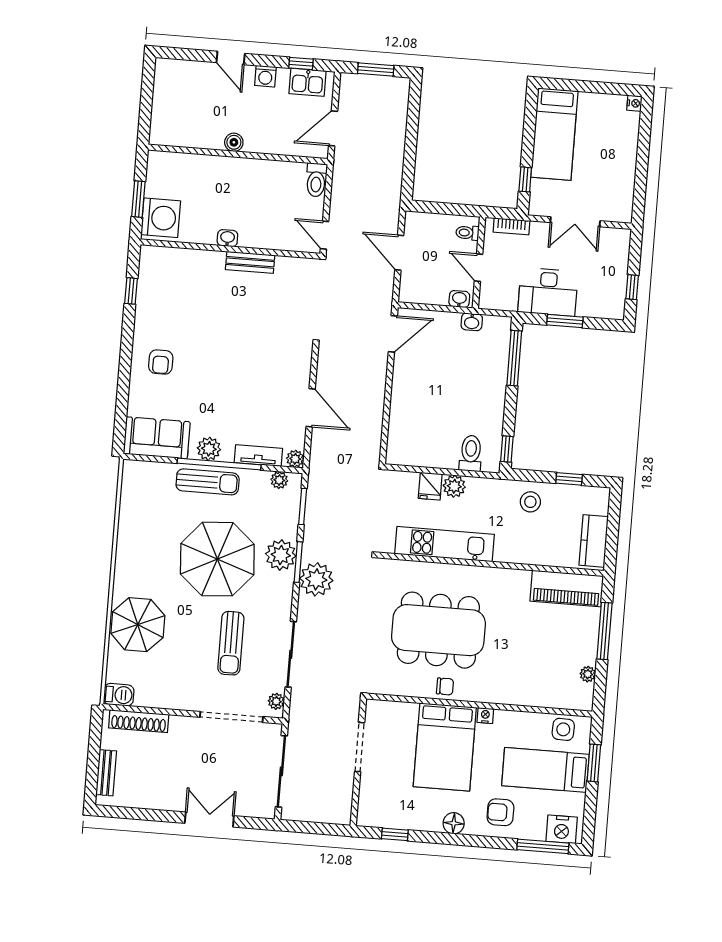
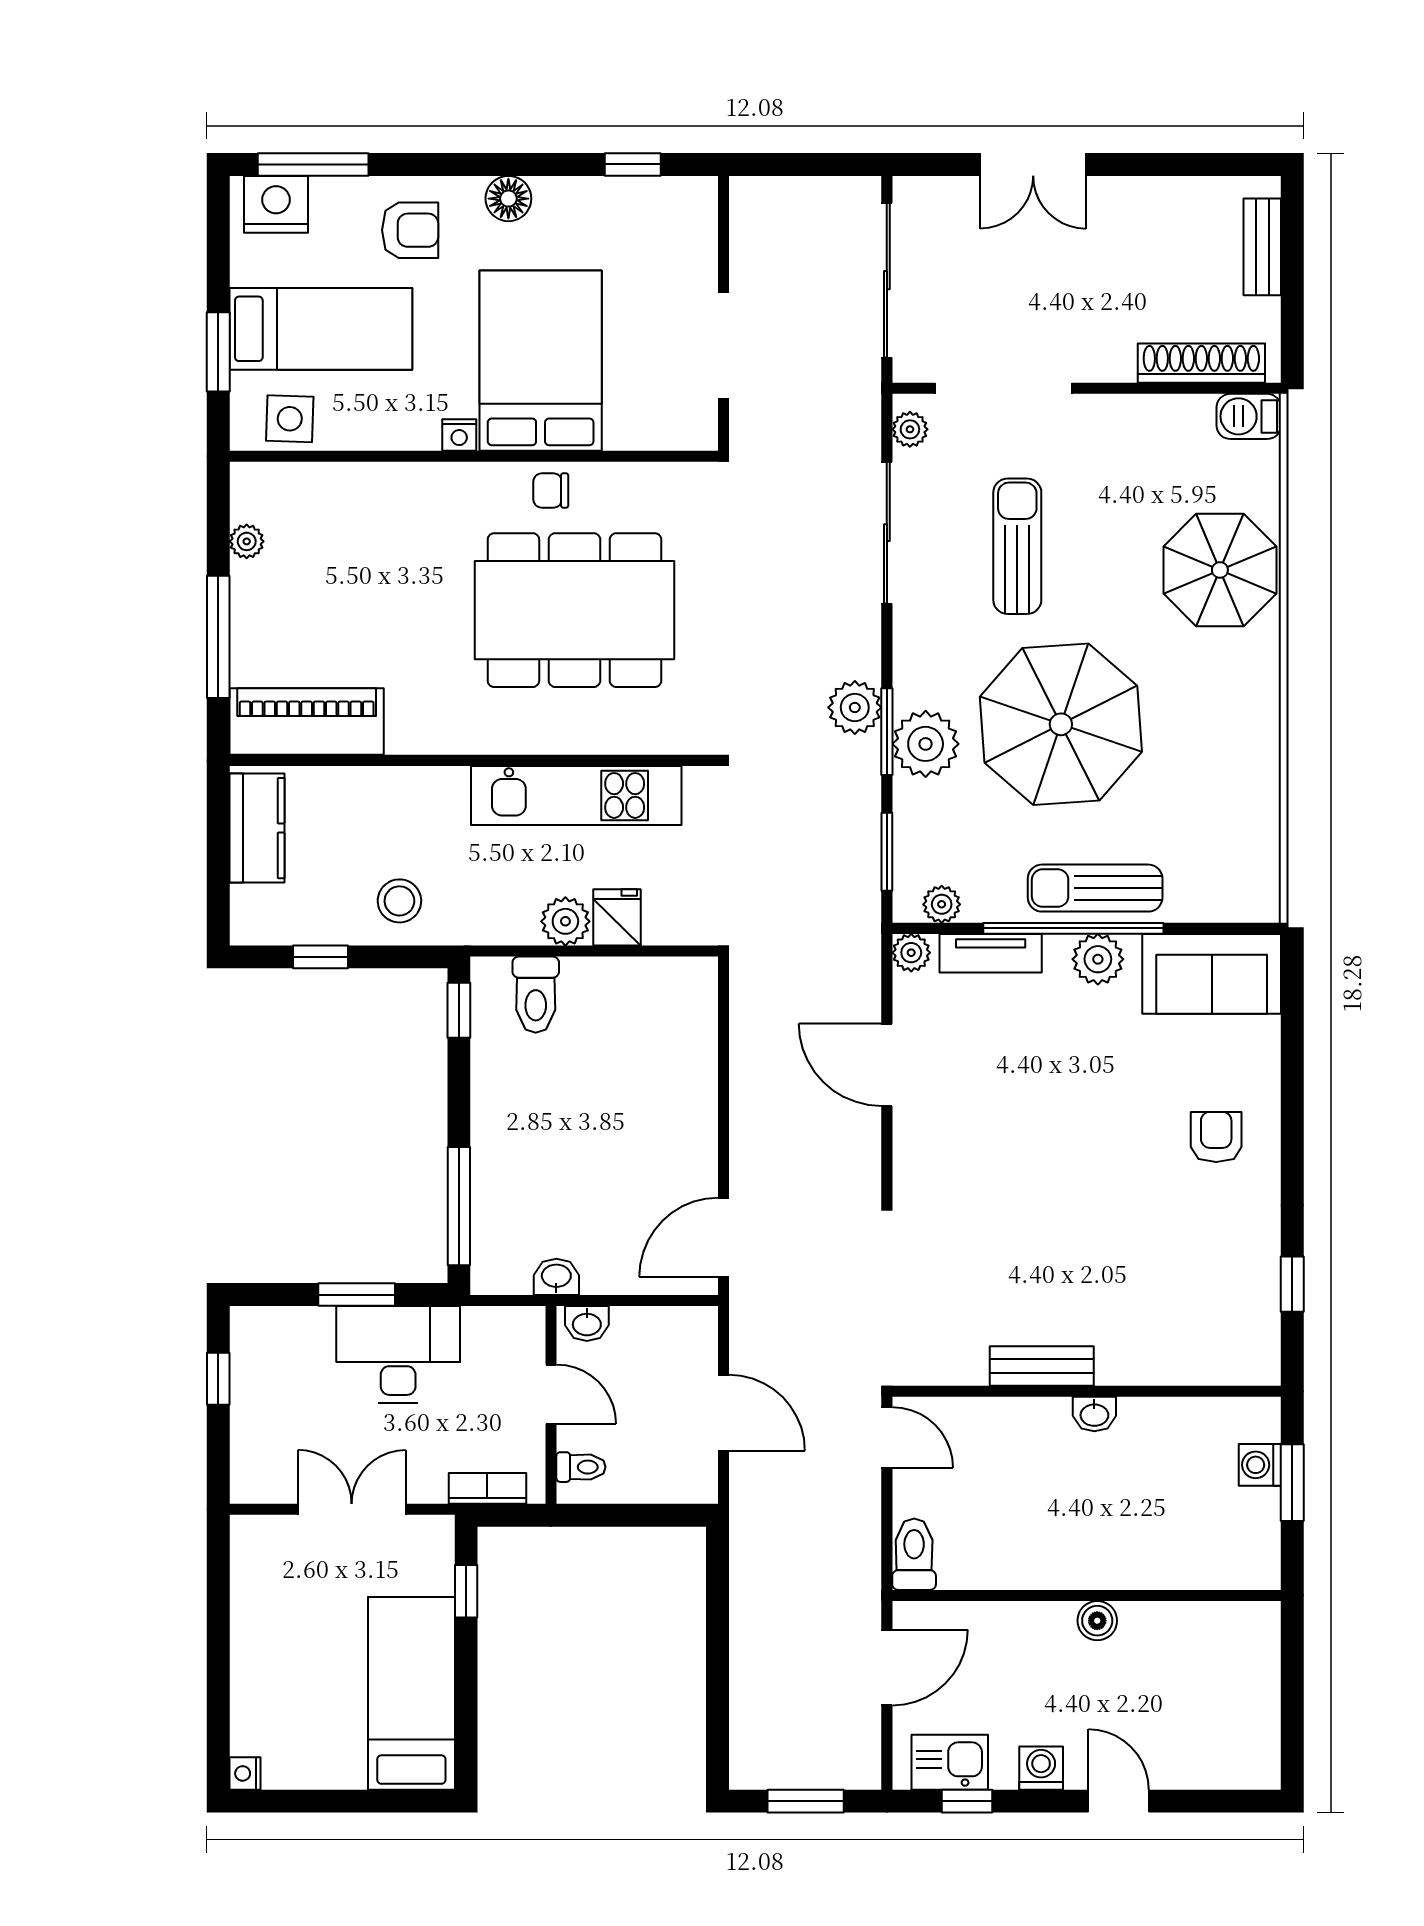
washing machine: (161, 218) -> (1260, 1465), width x0.53, depth x0.53
plant: (316, 579) -> (855, 707), width x0.73, depth x0.73

